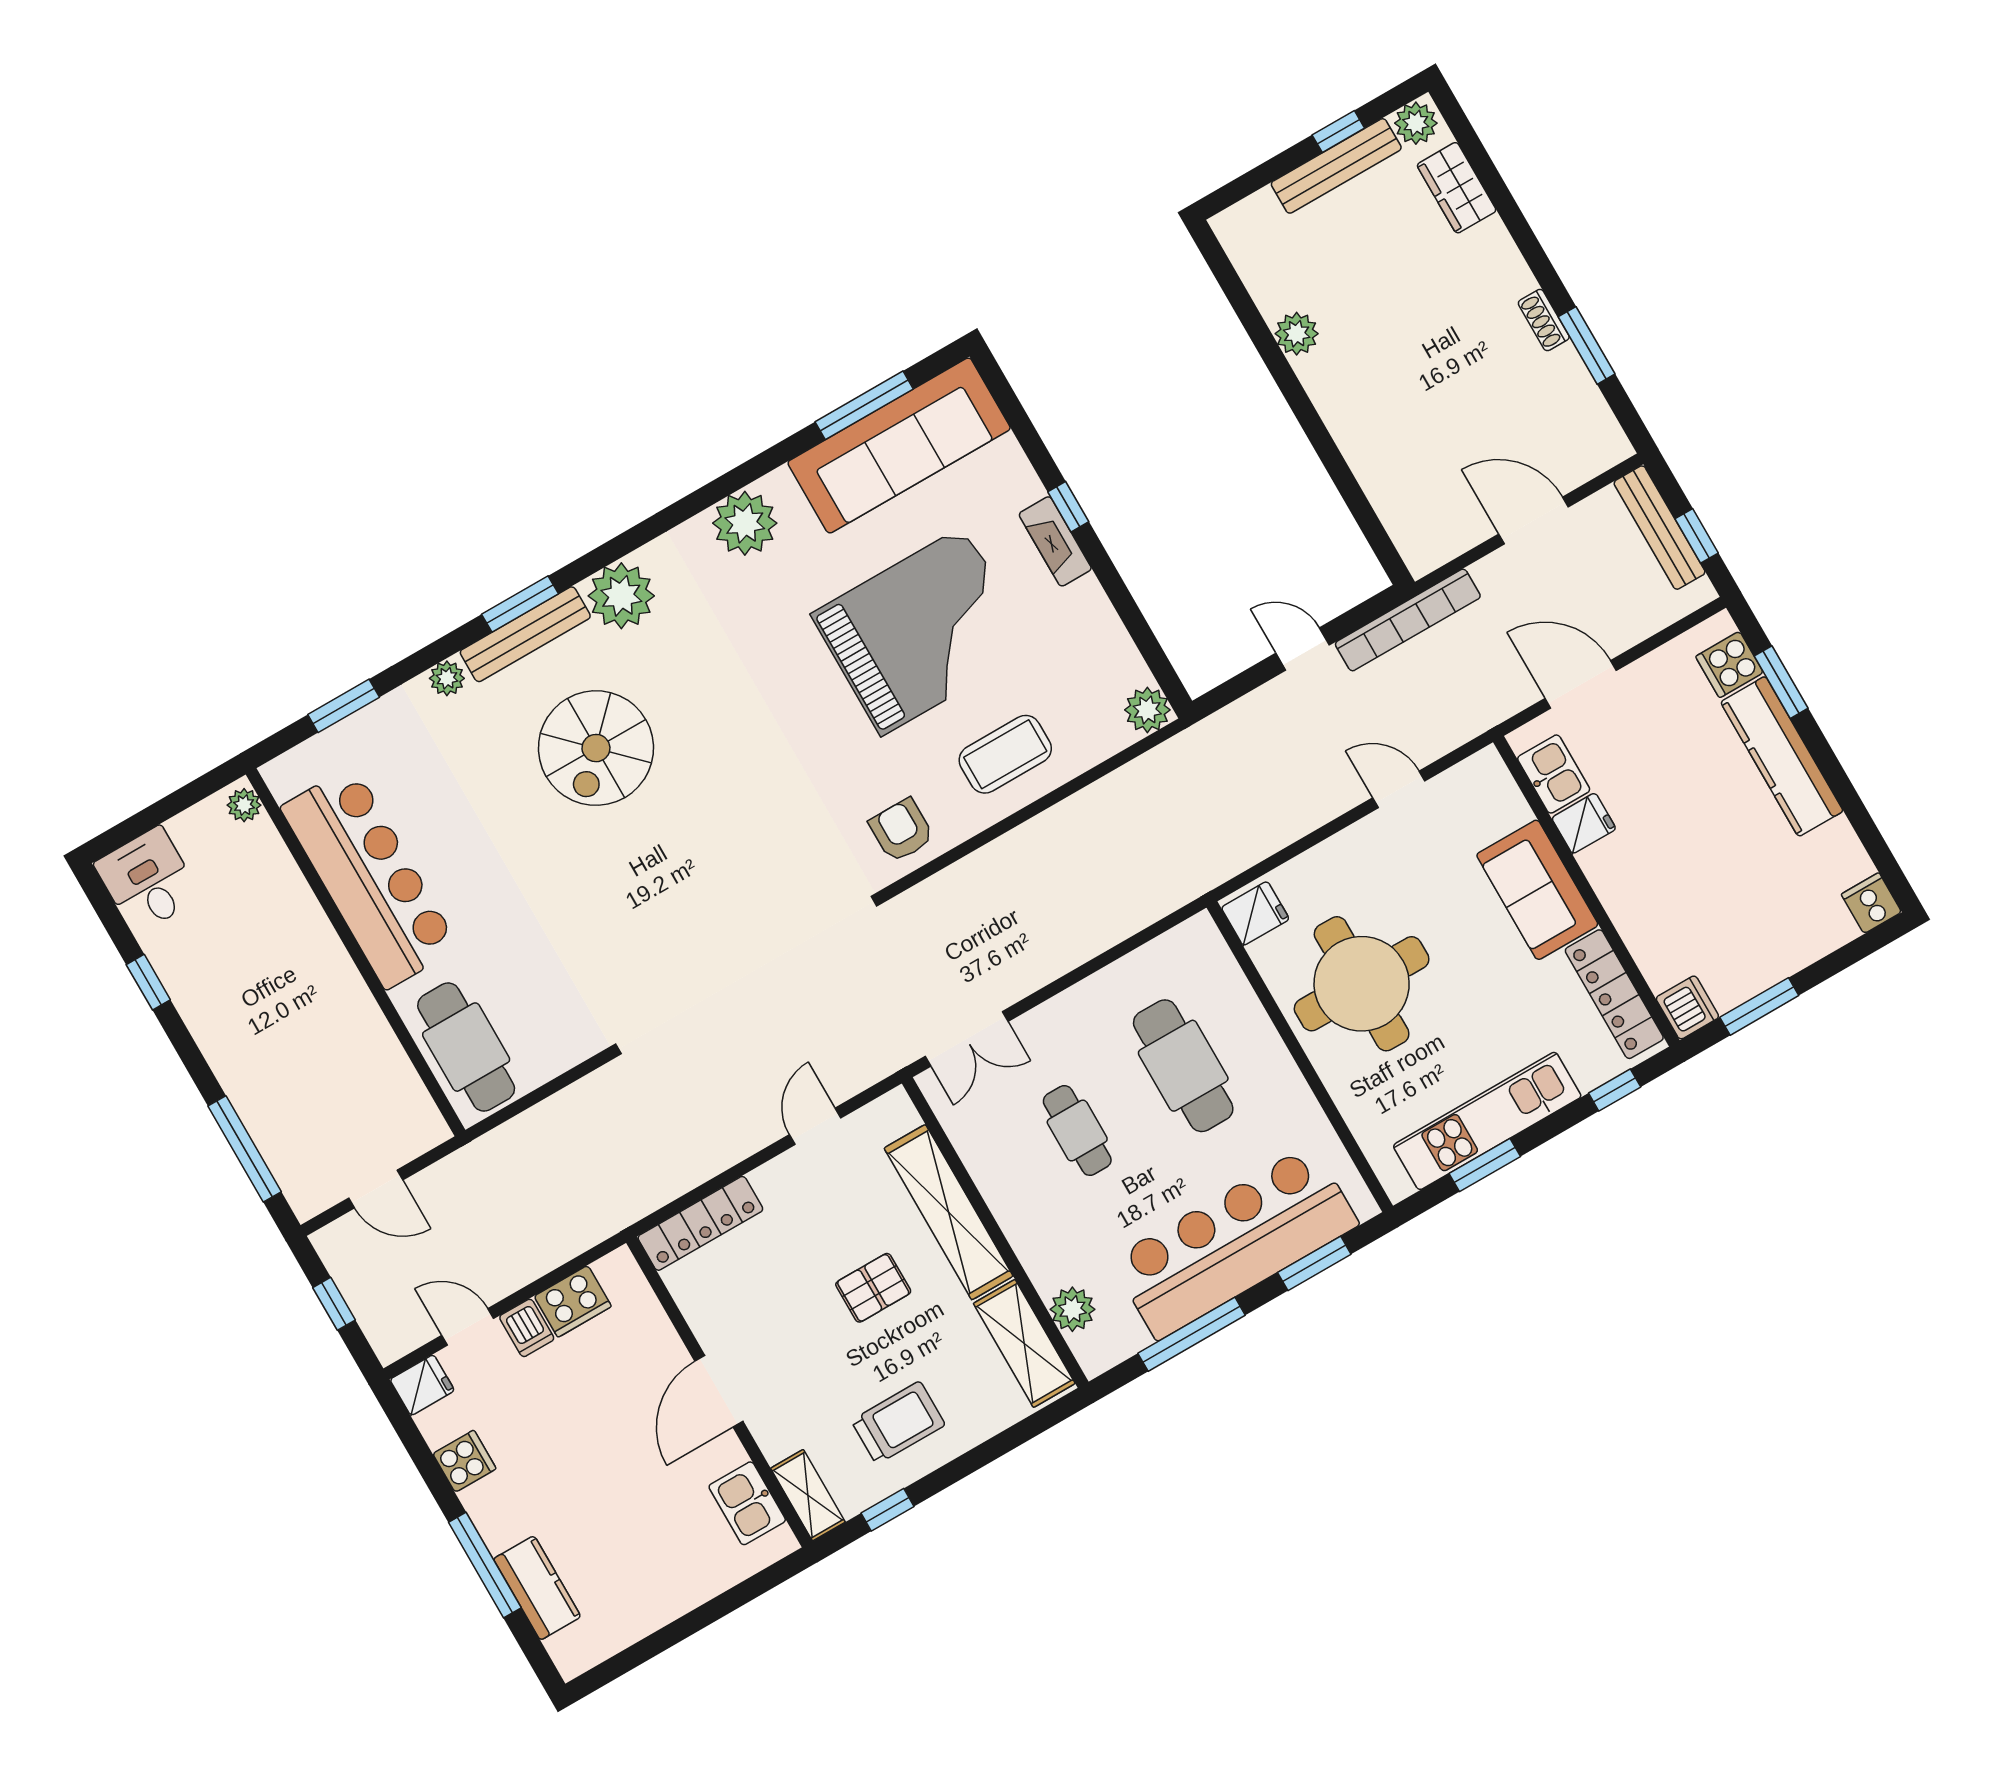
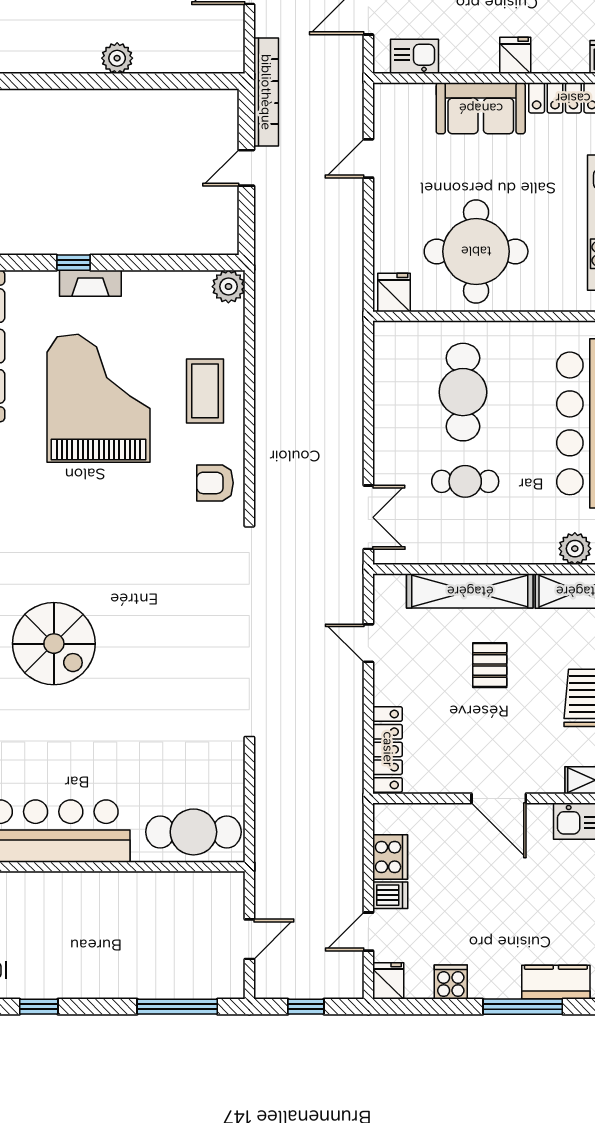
plant: (1297, 334) -> (117, 58), moved
fridge: (1584, 823) -> (515, 55), moved
cafe table: (1183, 1066) -> (463, 392), turned 90

